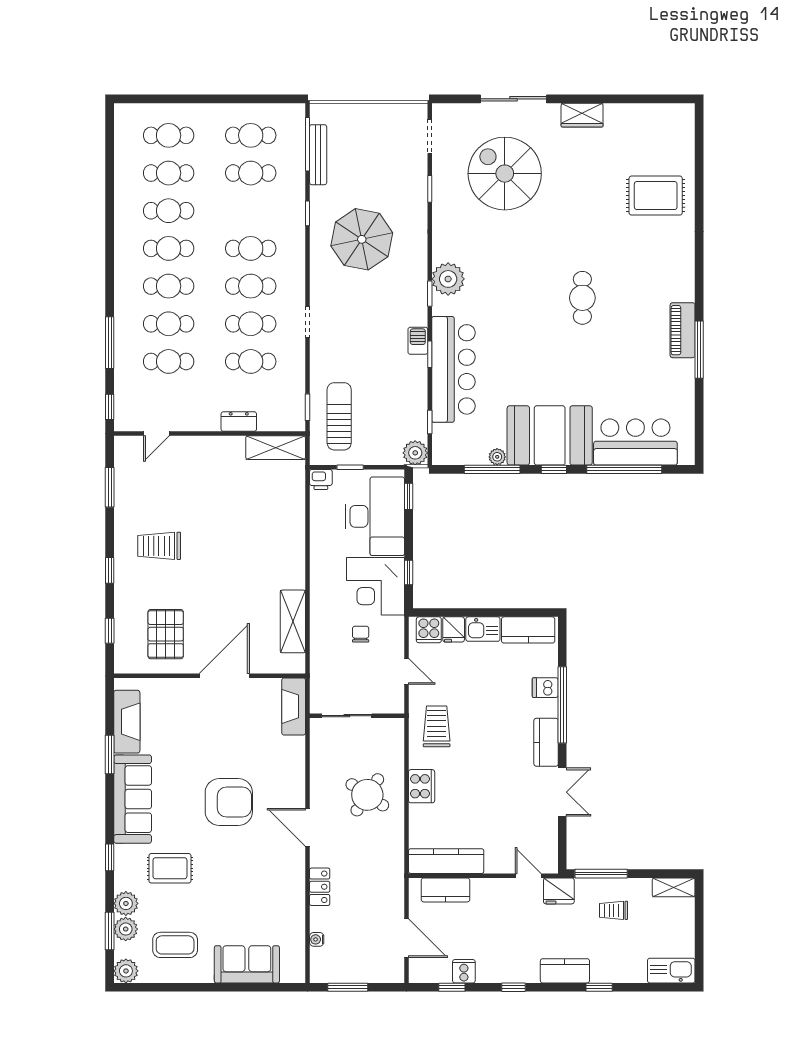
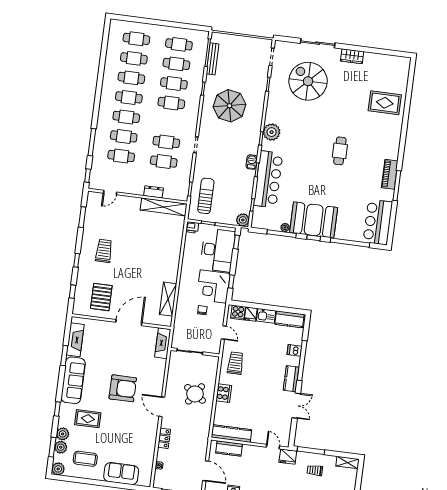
cafe table: (251, 286) -> (174, 83), moved
bar counter: (635, 442) -> (378, 222), moved, turned -90
shelving: (276, 448) -> (164, 207), width x1.47
trolley: (159, 546) -> (104, 251), turned 90

